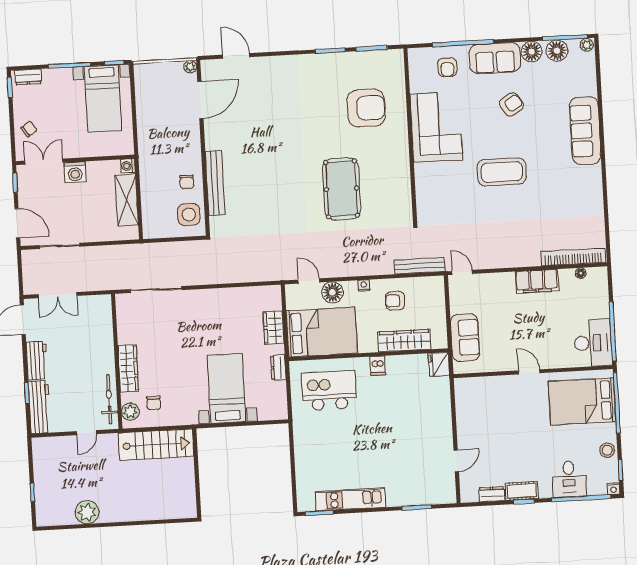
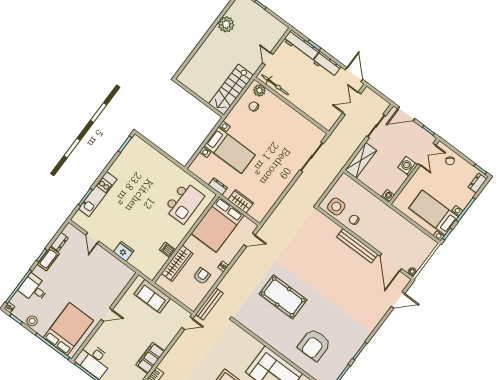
bench: (215, 183) -> (357, 246), moved
shelving: (127, 200) -> (361, 160), moved, turned 90
floor lamp: (332, 292) -> (233, 247), removed
fridge: (439, 364) -> (124, 251), moved
dishwasher: (378, 366) -> (168, 250), moved
wardrobe: (128, 368) -> (283, 108), removed
kitchen unit: (350, 499) -> (98, 194), moved

